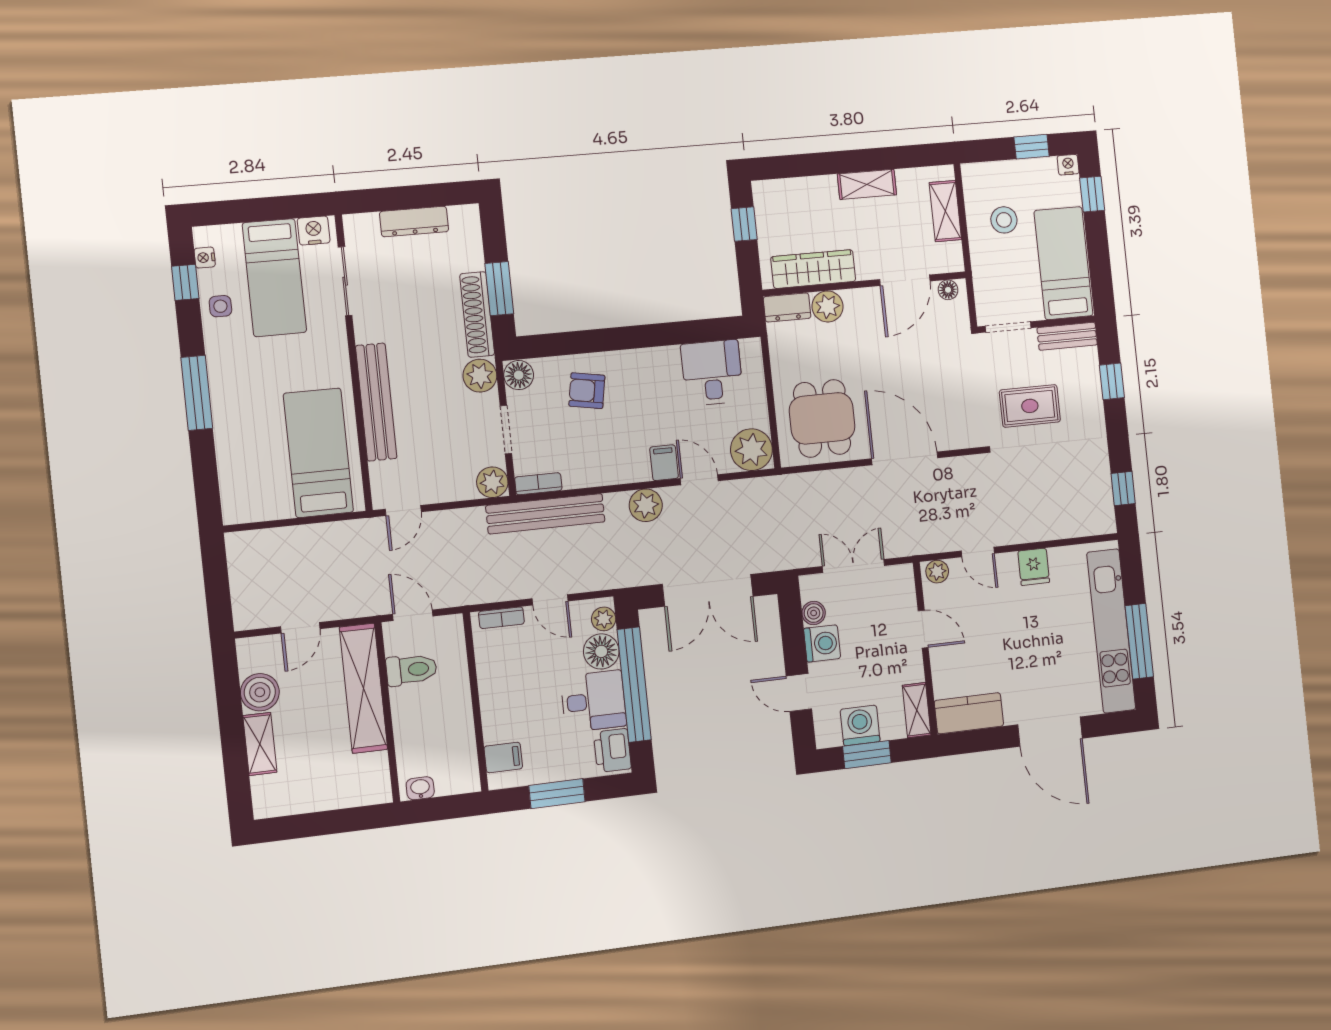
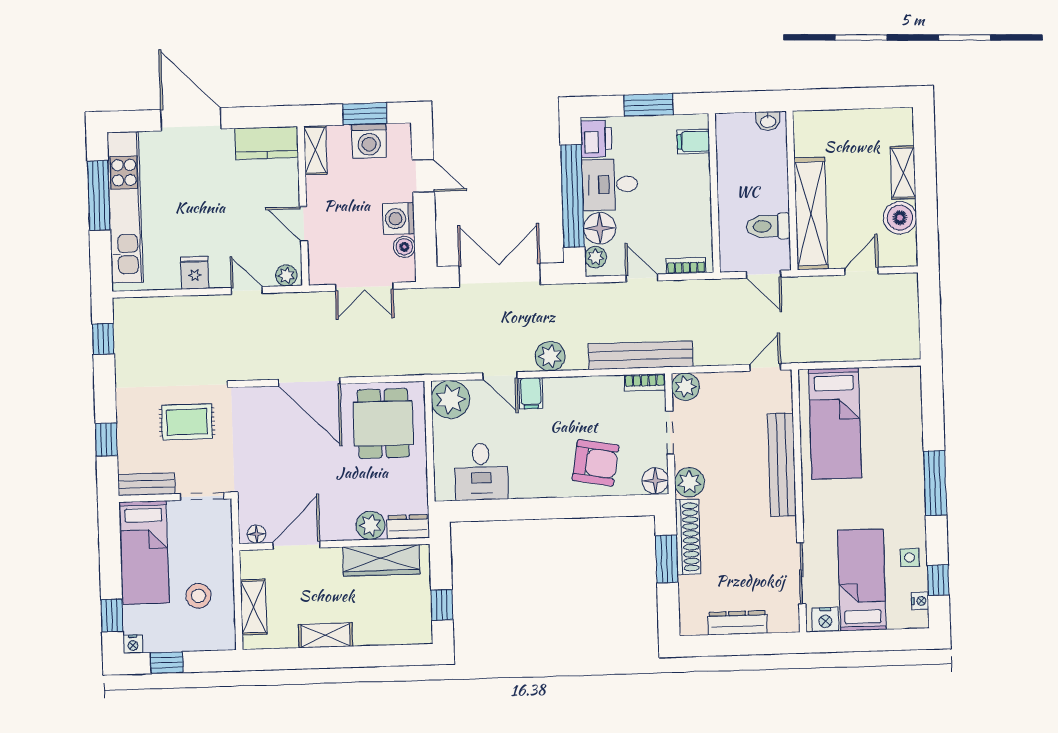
armchair: (587, 391) -> (595, 463), width x1.38, depth x1.38

